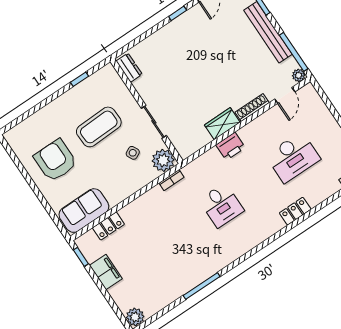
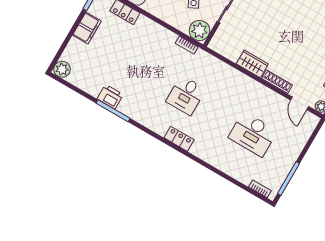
door: (285, 95) -> (300, 103), hinge flipped
printer: (230, 146) -> (110, 97), moved, turned 180
locker: (295, 211) -> (179, 139), moved

